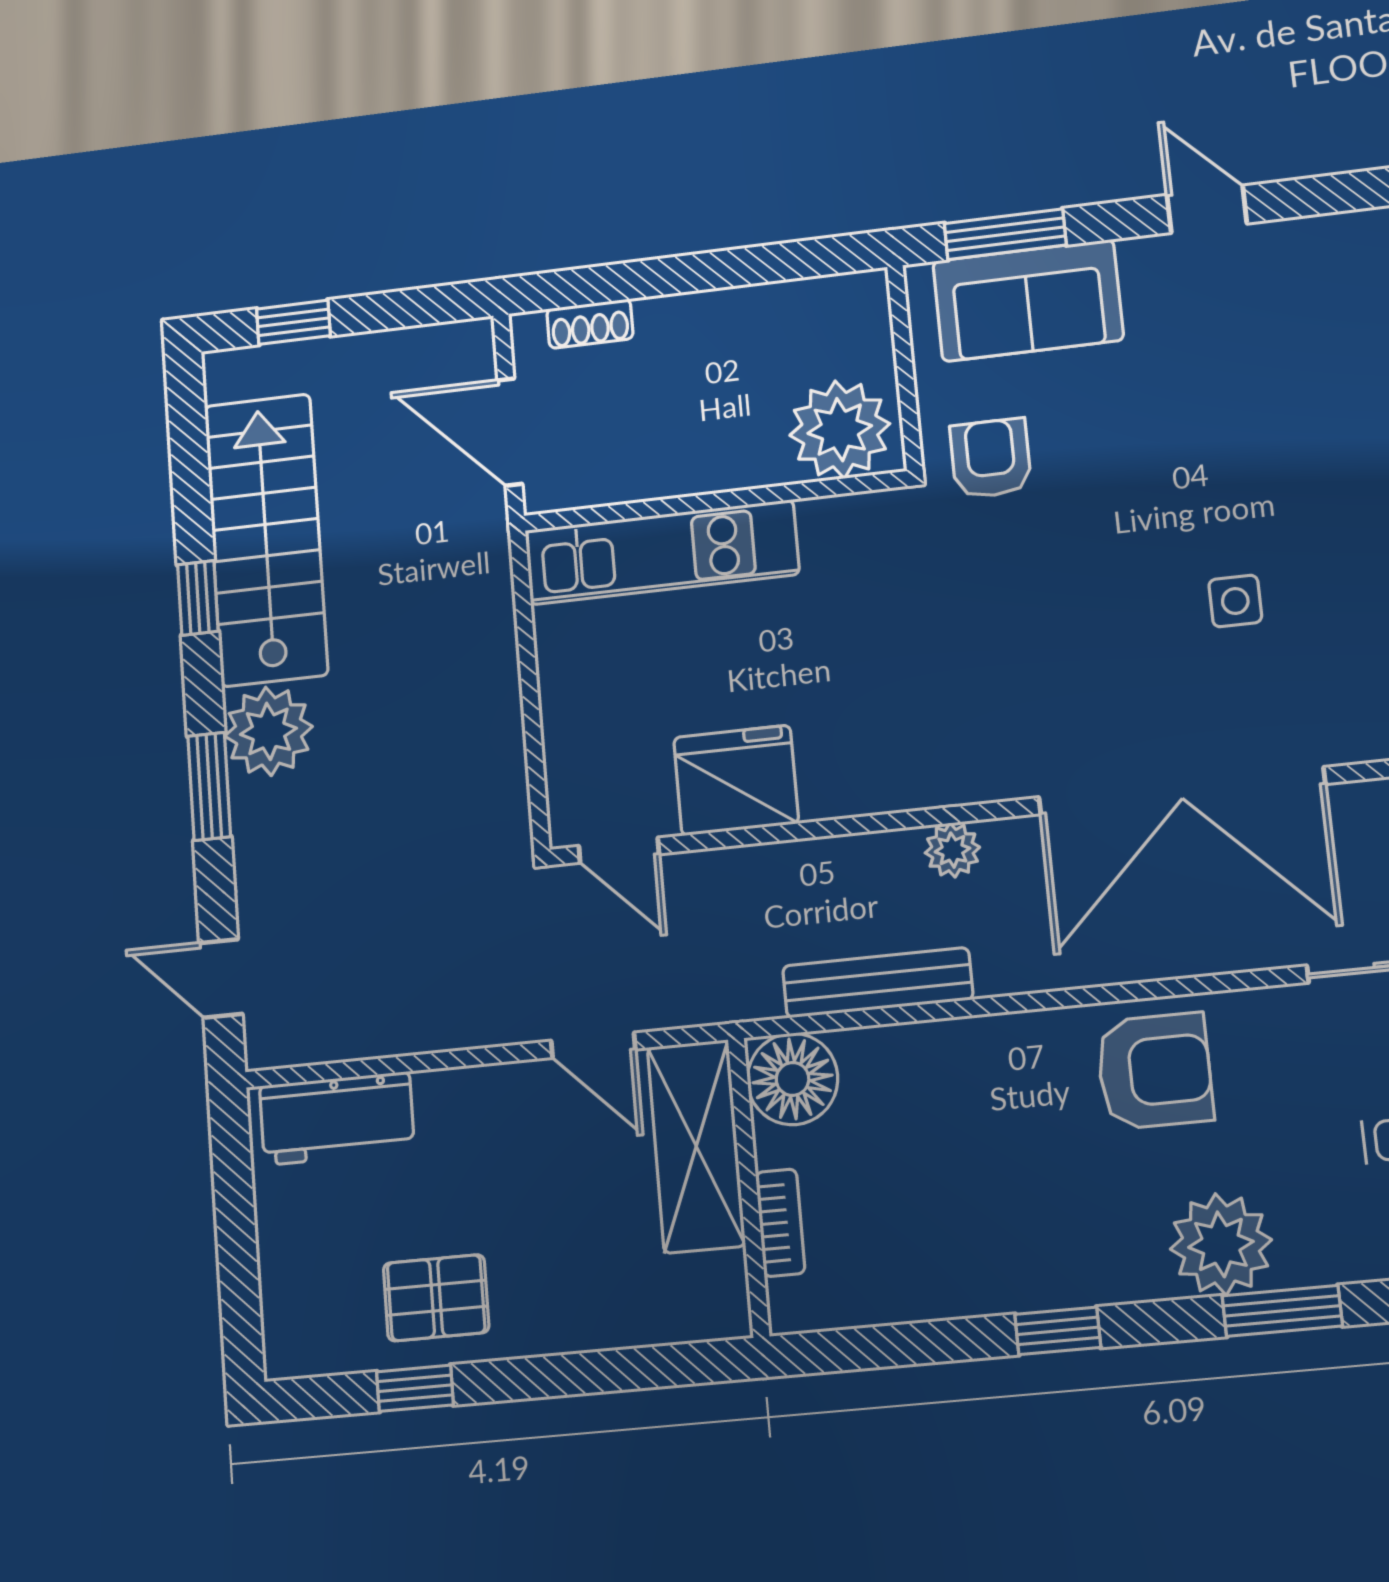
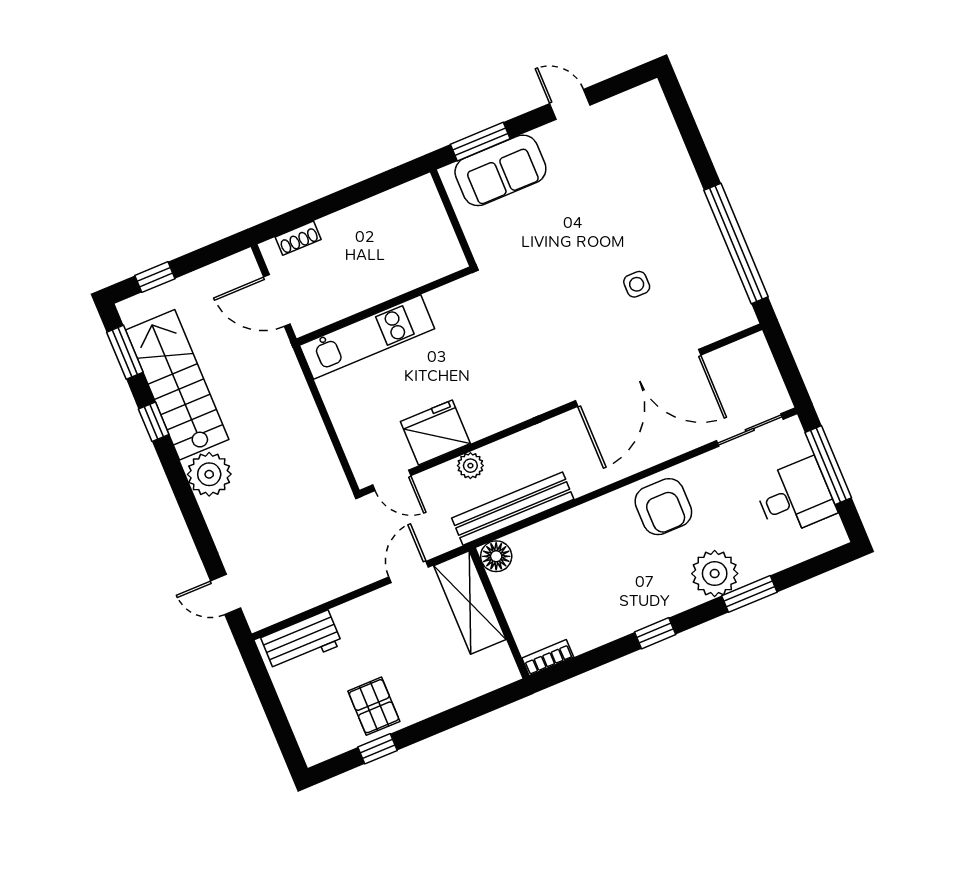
plant: (840, 430) -> (432, 256), removed
armchair: (991, 458) -> (506, 250), removed
window: (209, 786) -> (125, 352), moved
plant: (952, 850) -> (470, 466), moved
bench: (878, 983) -> (513, 509), width x1.37, depth x1.21
door: (593, 1045) -> (409, 572), swing flipped
armchair: (1155, 1071) -> (663, 507), turned 90
floor lamp: (793, 1079) -> (496, 556), width x0.73, depth x0.73
bookcase: (780, 1223) -> (548, 658), moved, turned -90
pallet: (436, 1298) -> (374, 706), turned 90

